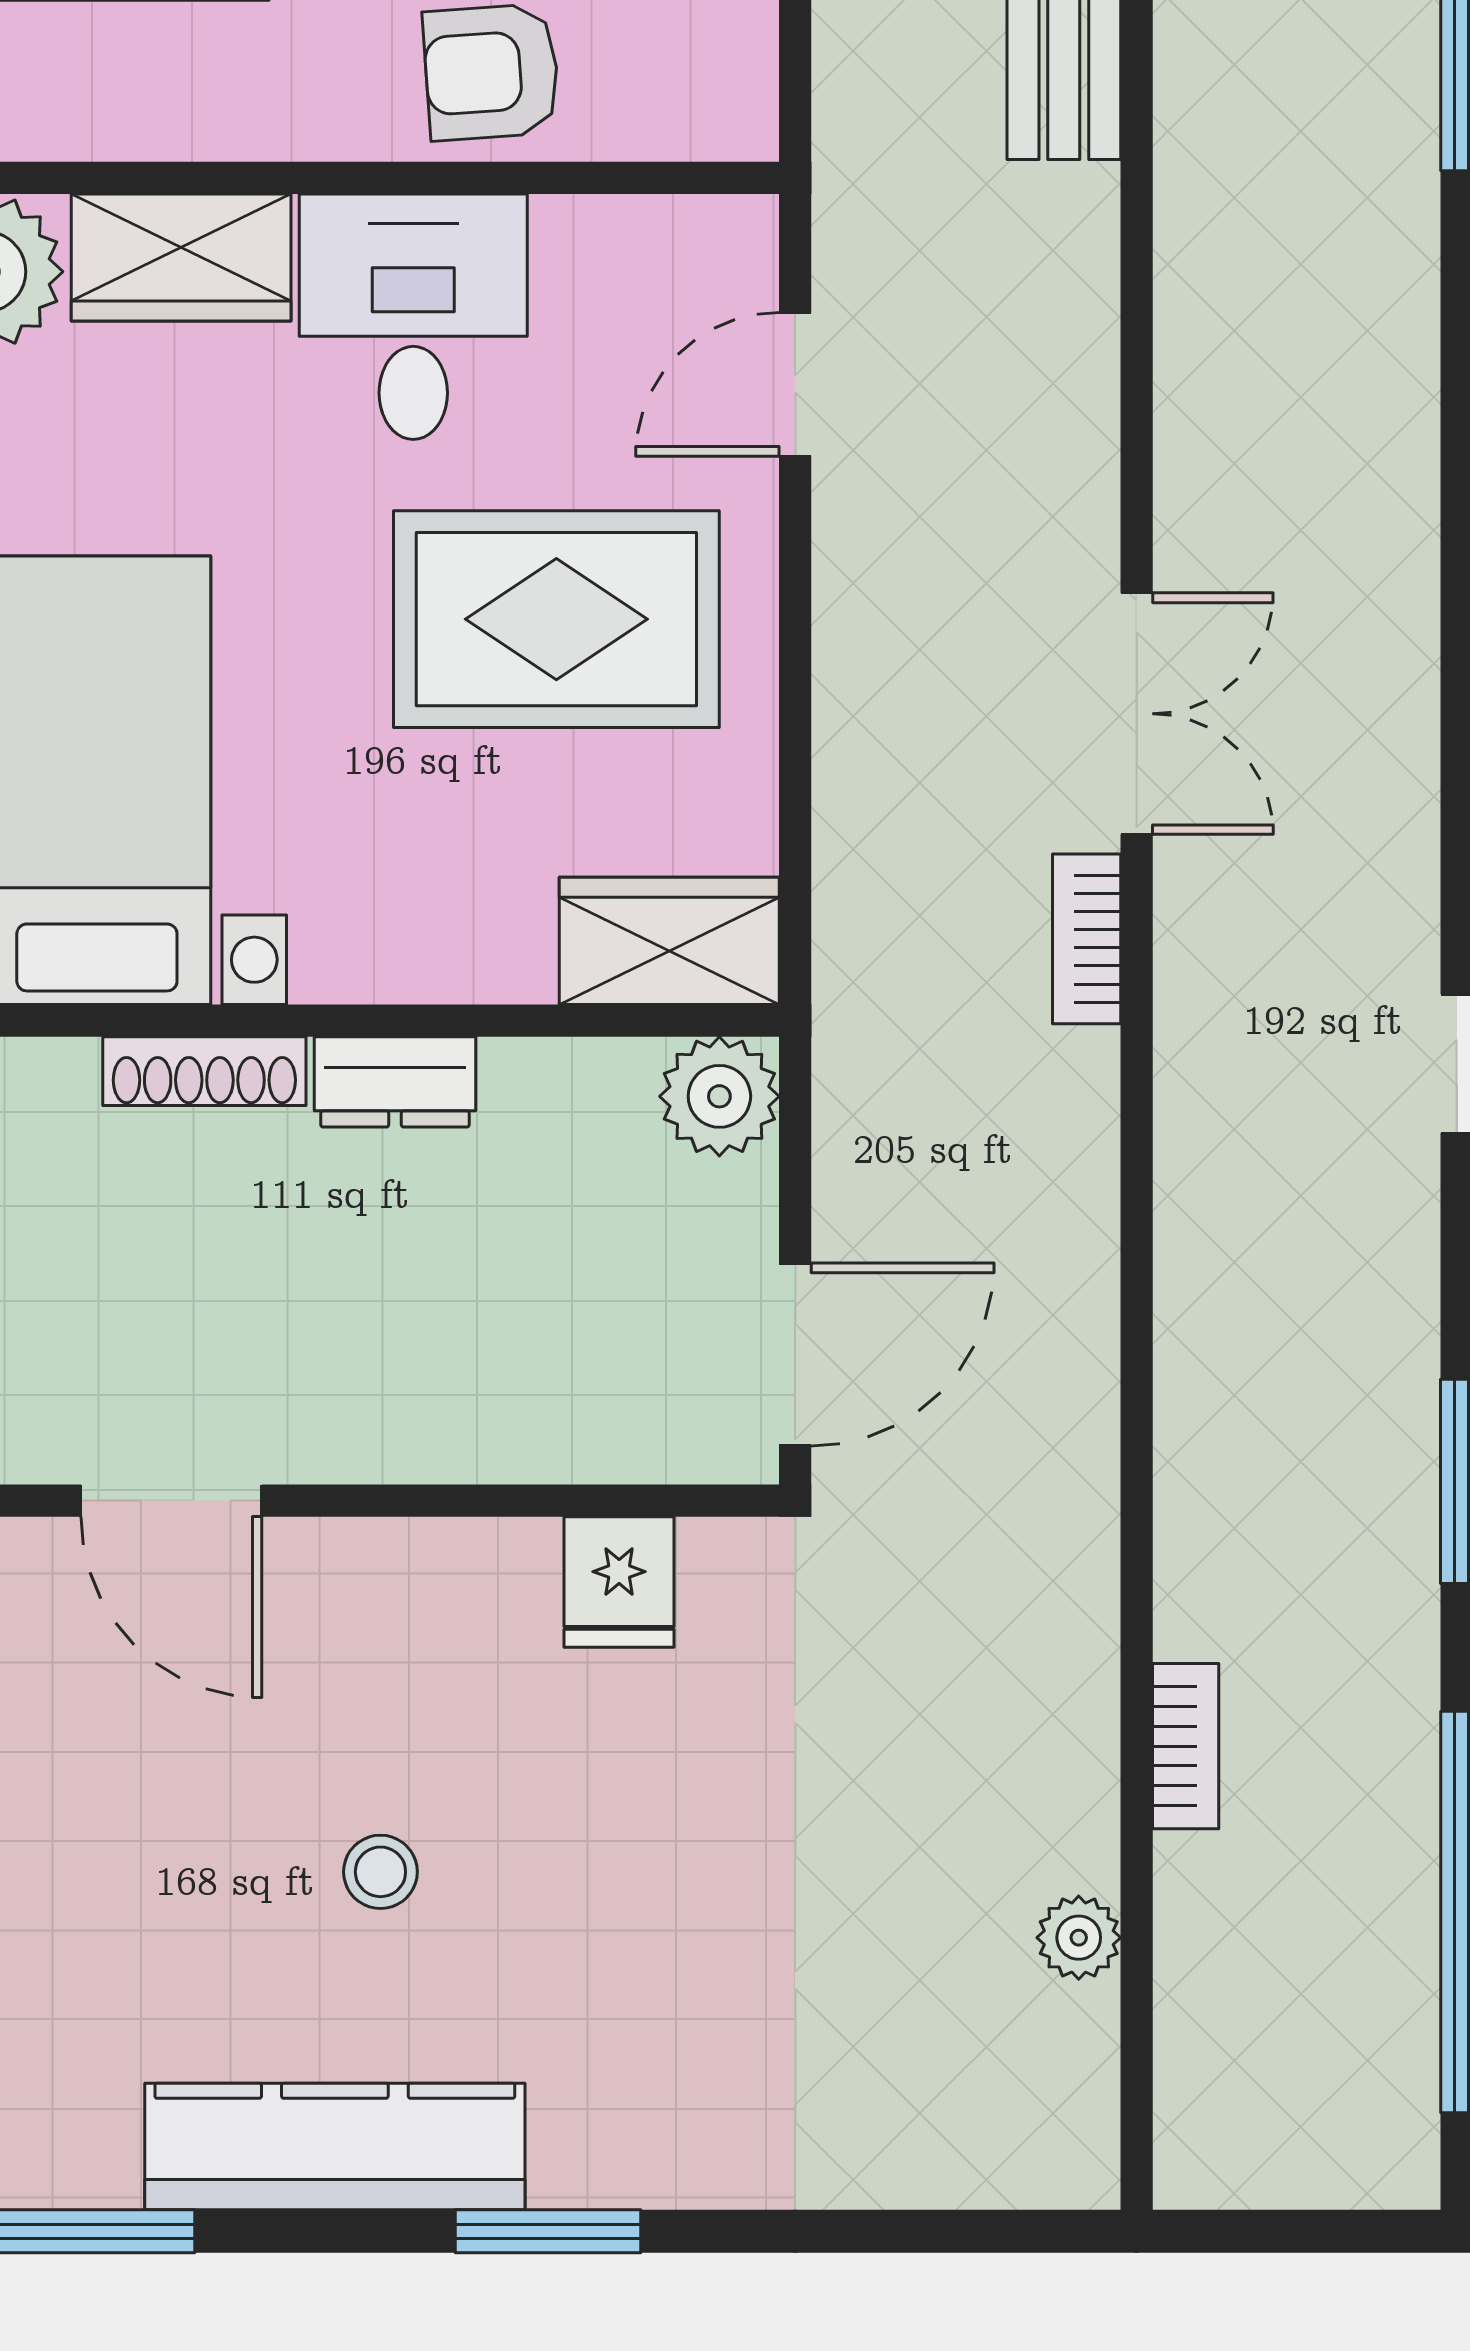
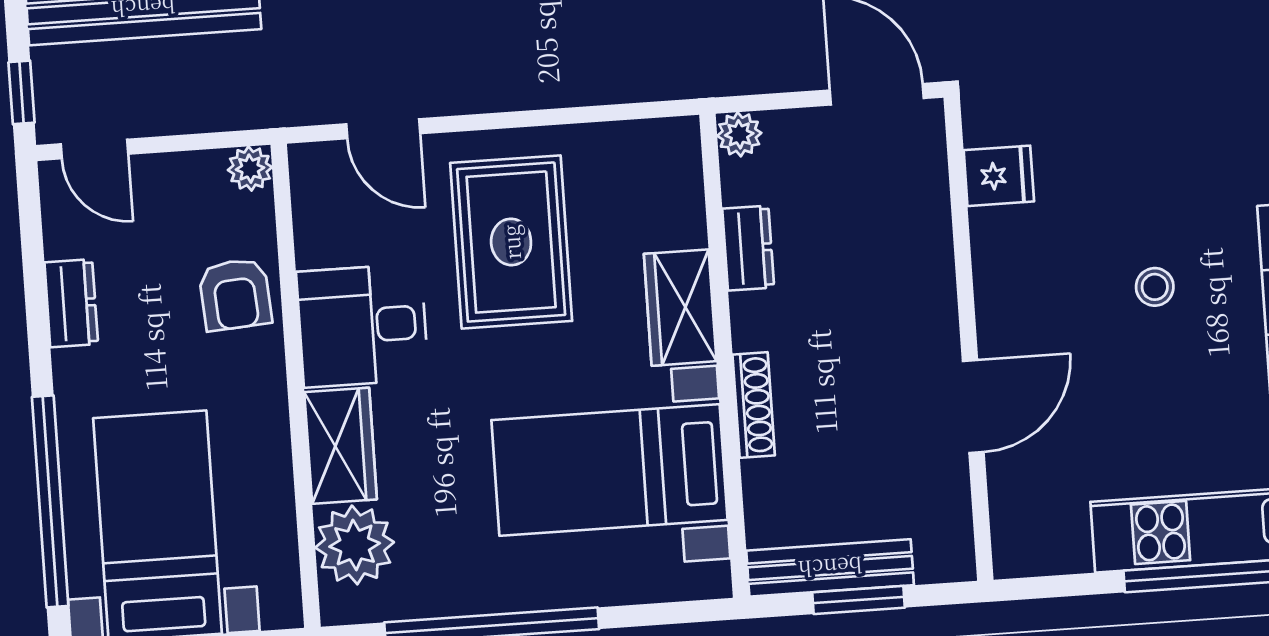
plant: (736, 118) -> (250, 169), added
wardrobe: (669, 941) -> (680, 308), moved
dresser: (395, 1082) -> (748, 248), moved
plant: (719, 1096) -> (739, 134), width x0.73, depth x0.73

